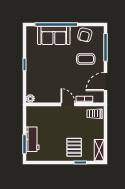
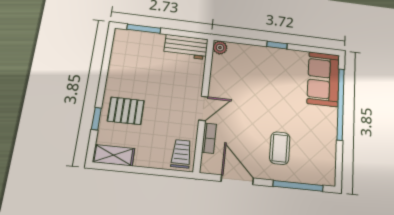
sofa: (54, 35) -> (323, 79), moved
armchair: (85, 35) -> (322, 151), removed
workbench: (33, 139) -> (186, 47), moved

